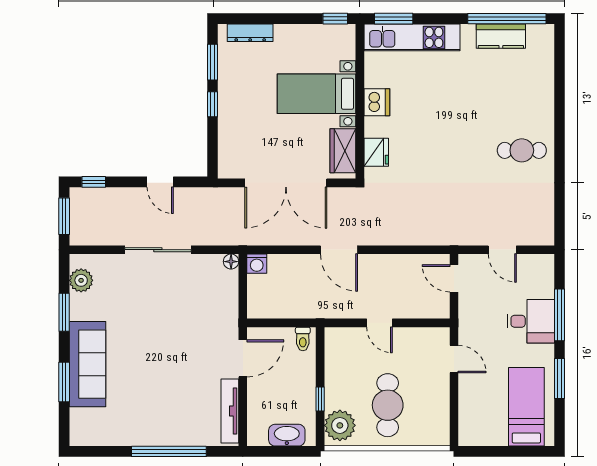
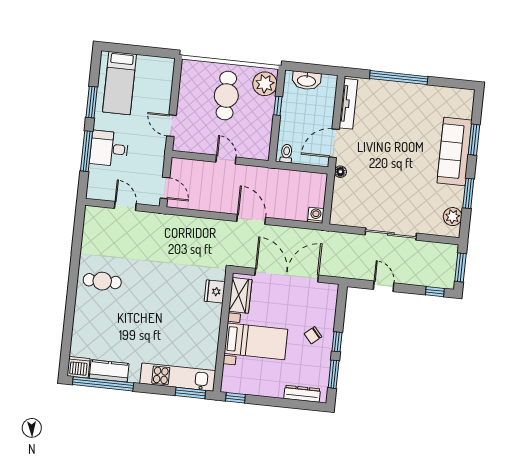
dishwasher: (377, 102) -> (78, 367), moved, turned 90
chair: (244, 109) -> (313, 335), added
floor lamp: (231, 262) -> (340, 172), moved

